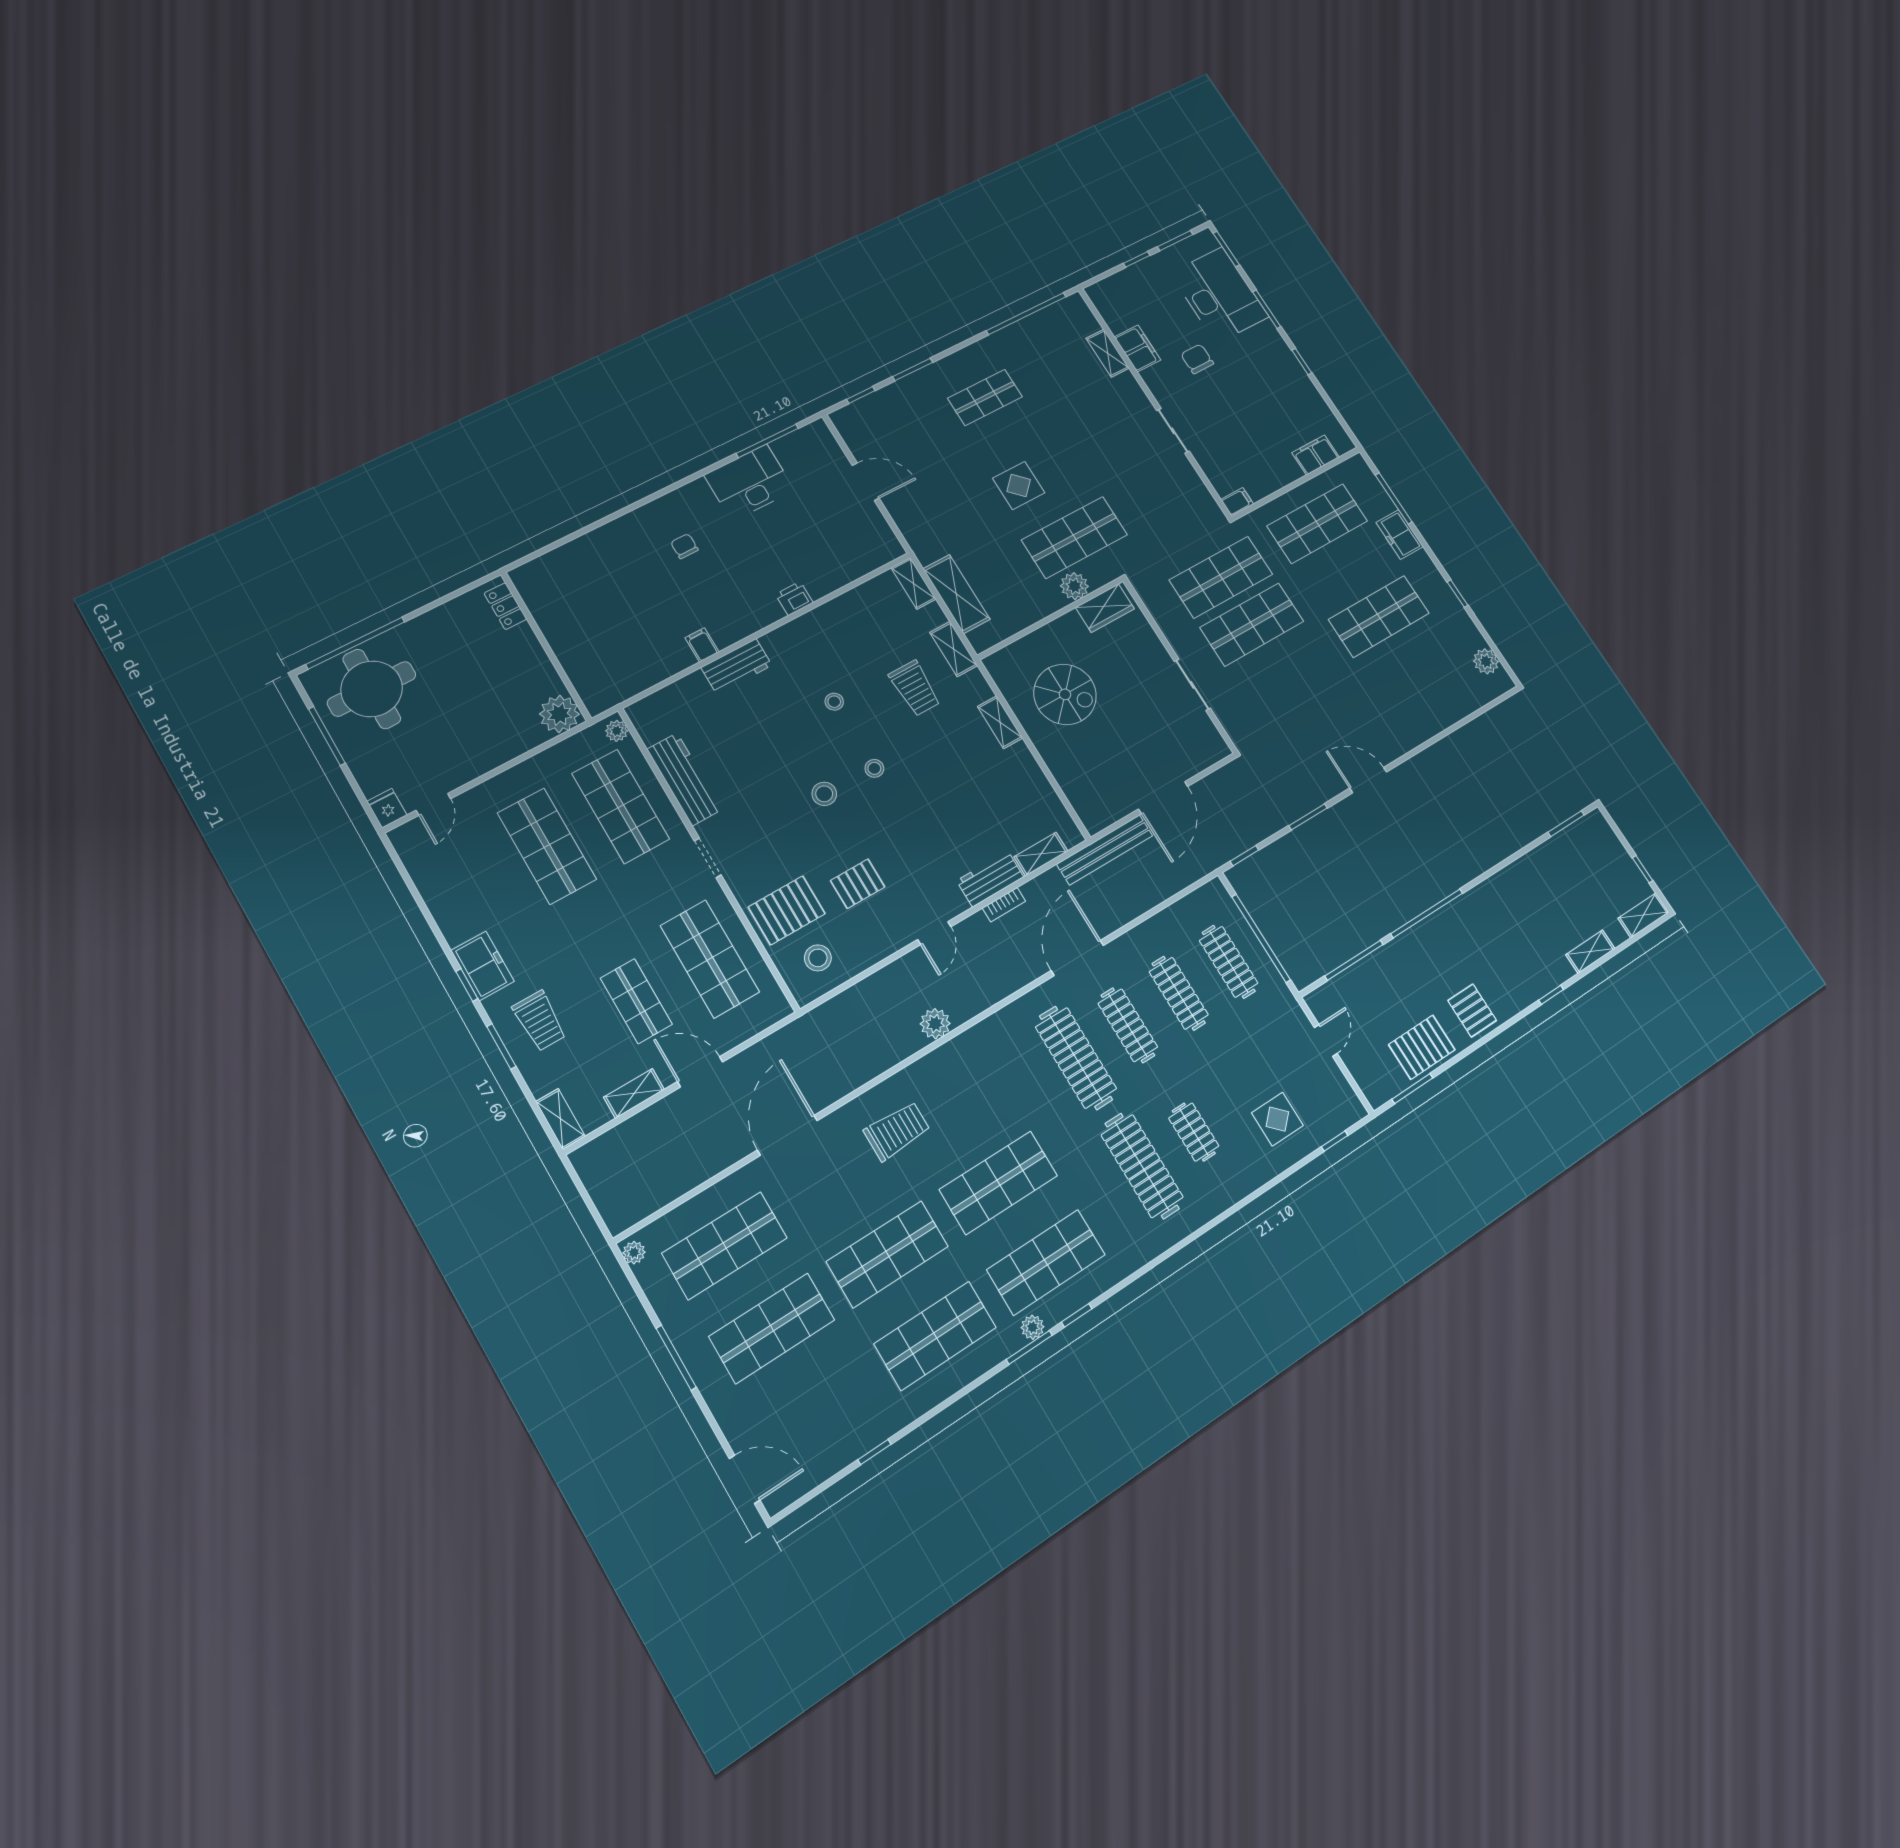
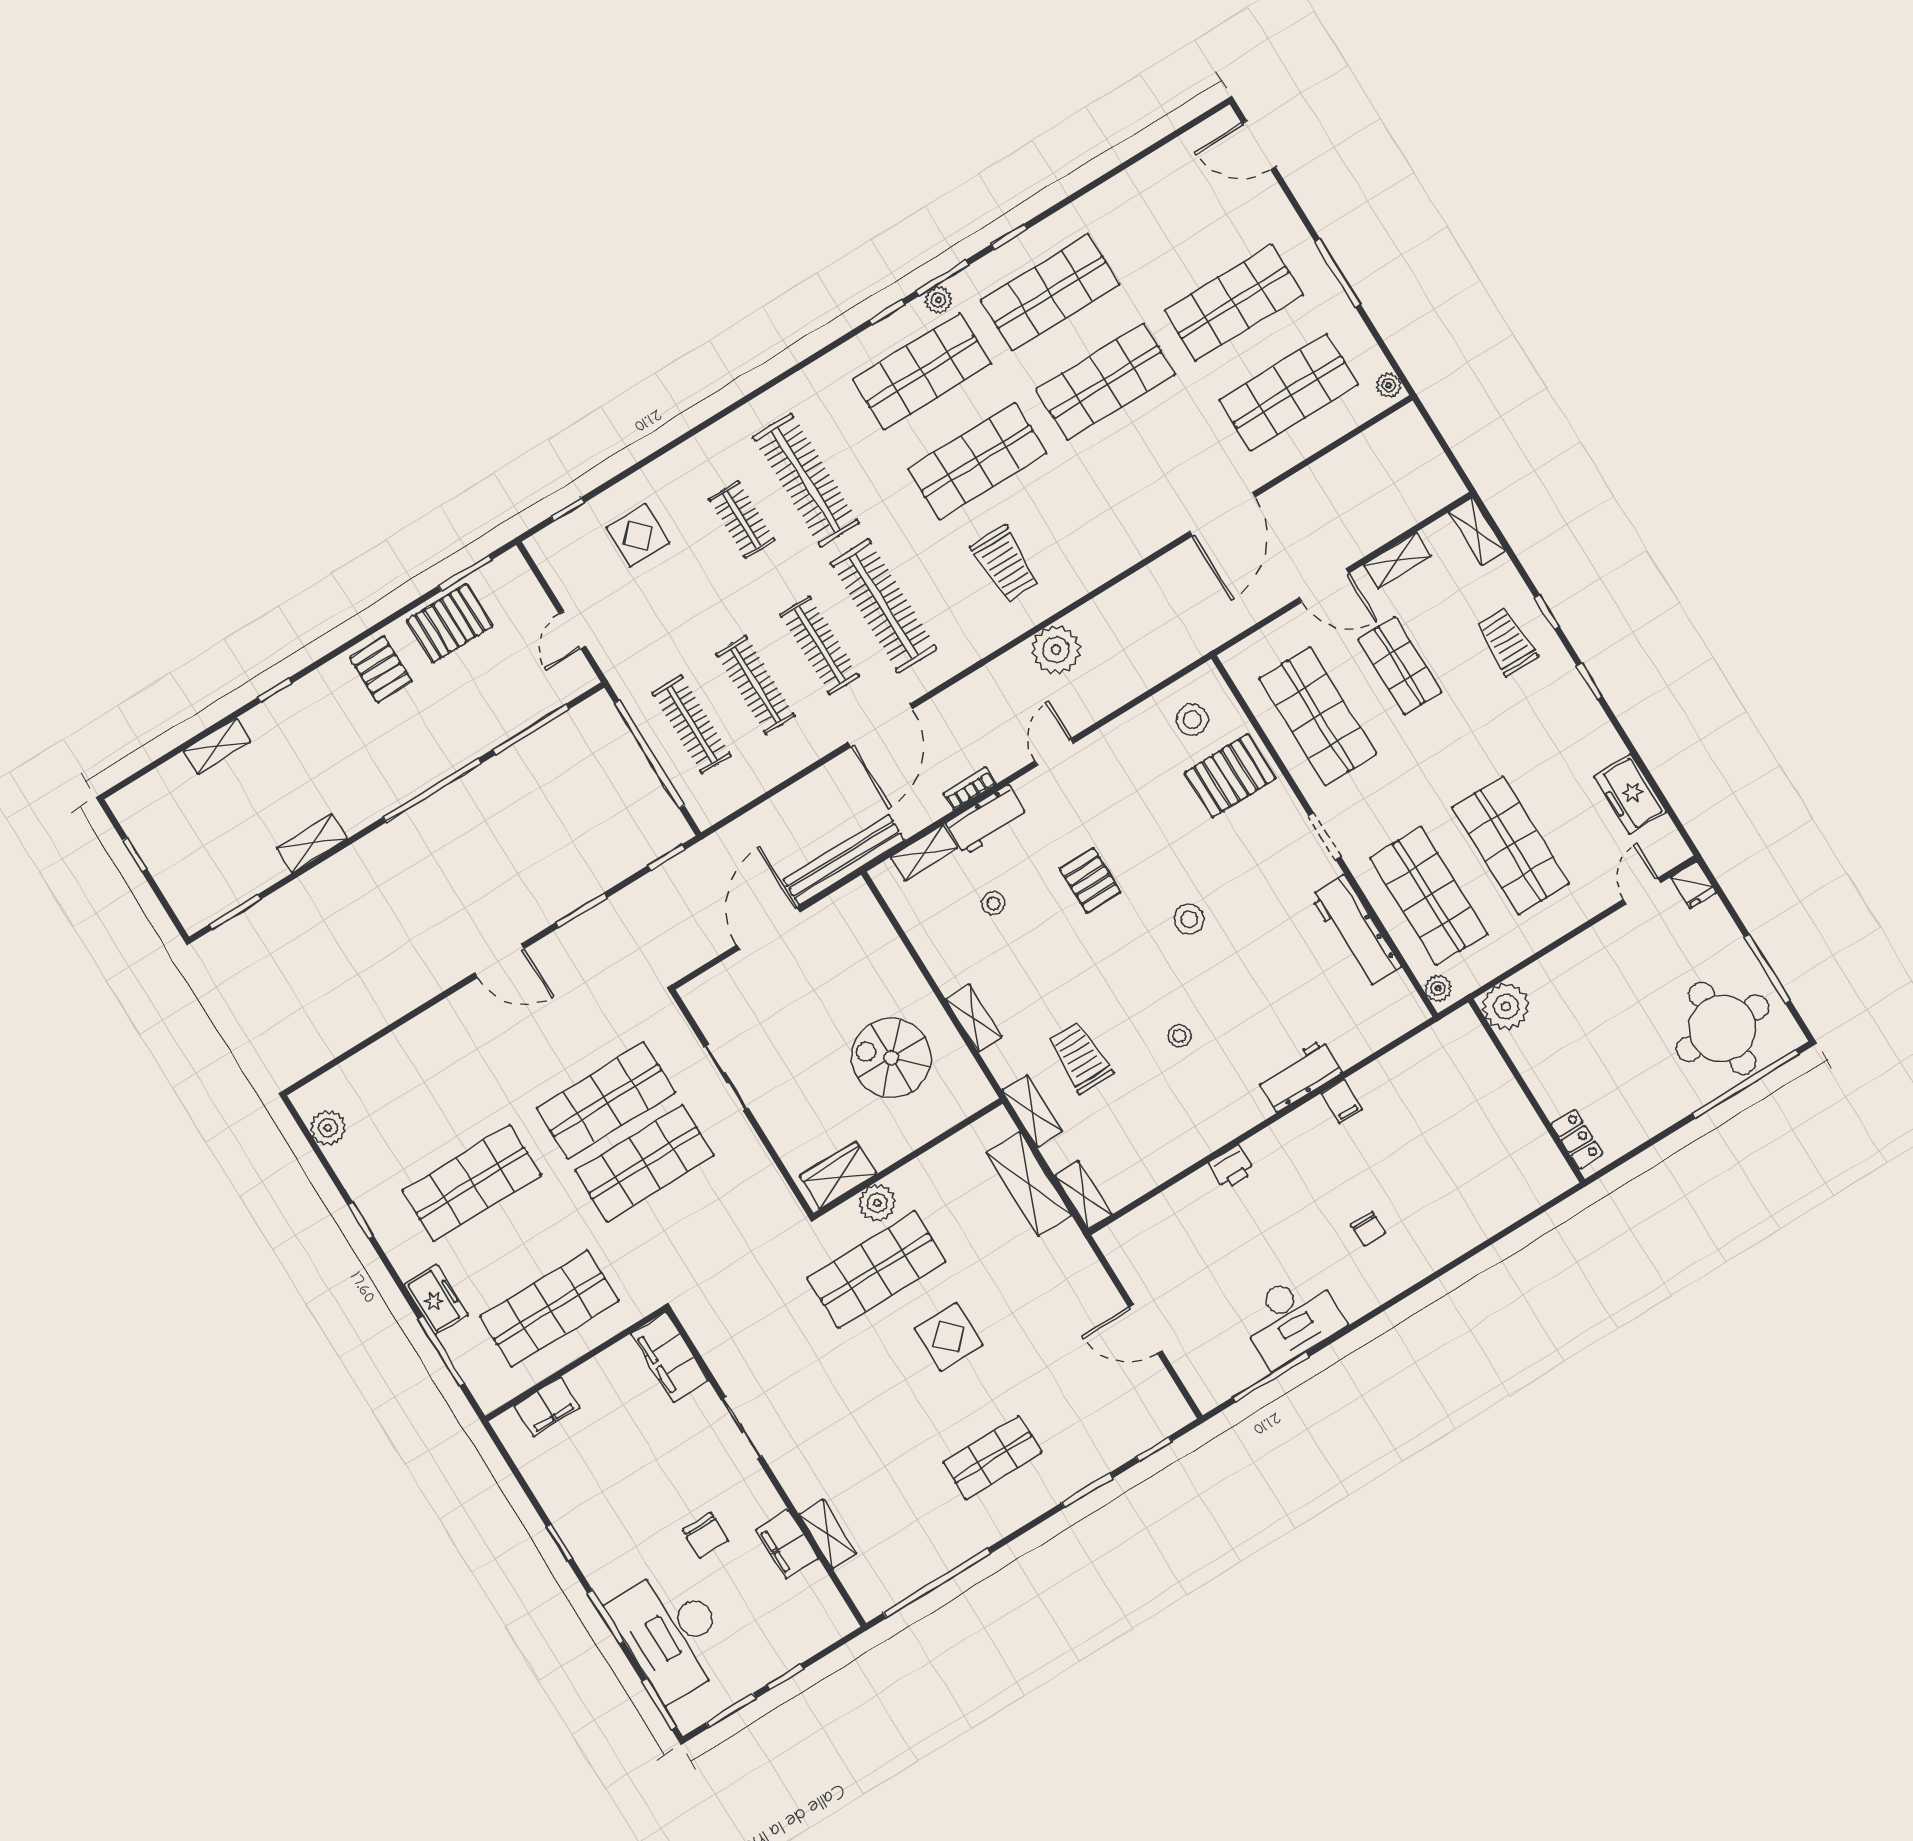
filing cabinet: (1237, 502) -> (669, 1357), width x3.00, depth x1.17
shop shelf: (1221, 577) -> (606, 1100), moved
stool: (874, 768) -> (993, 903), moved
pallet: (858, 884) -> (1090, 880), moved, turned 90
shelving: (1643, 915) -> (312, 843), moved
freezer: (483, 966) -> (1630, 794), moved
plant: (935, 1024) -> (1056, 650), width x1.36, depth x1.36
window: (501, 1046) -> (1547, 612), width x0.67
trolley: (897, 1131) -> (1005, 564), moved, turned -90
window: (874, 1452) -> (1009, 237), moved

